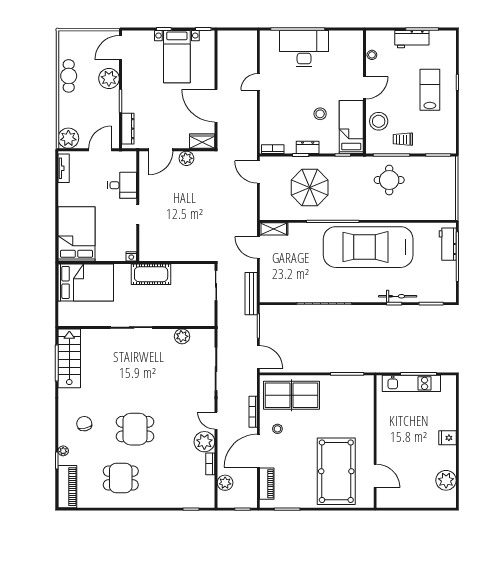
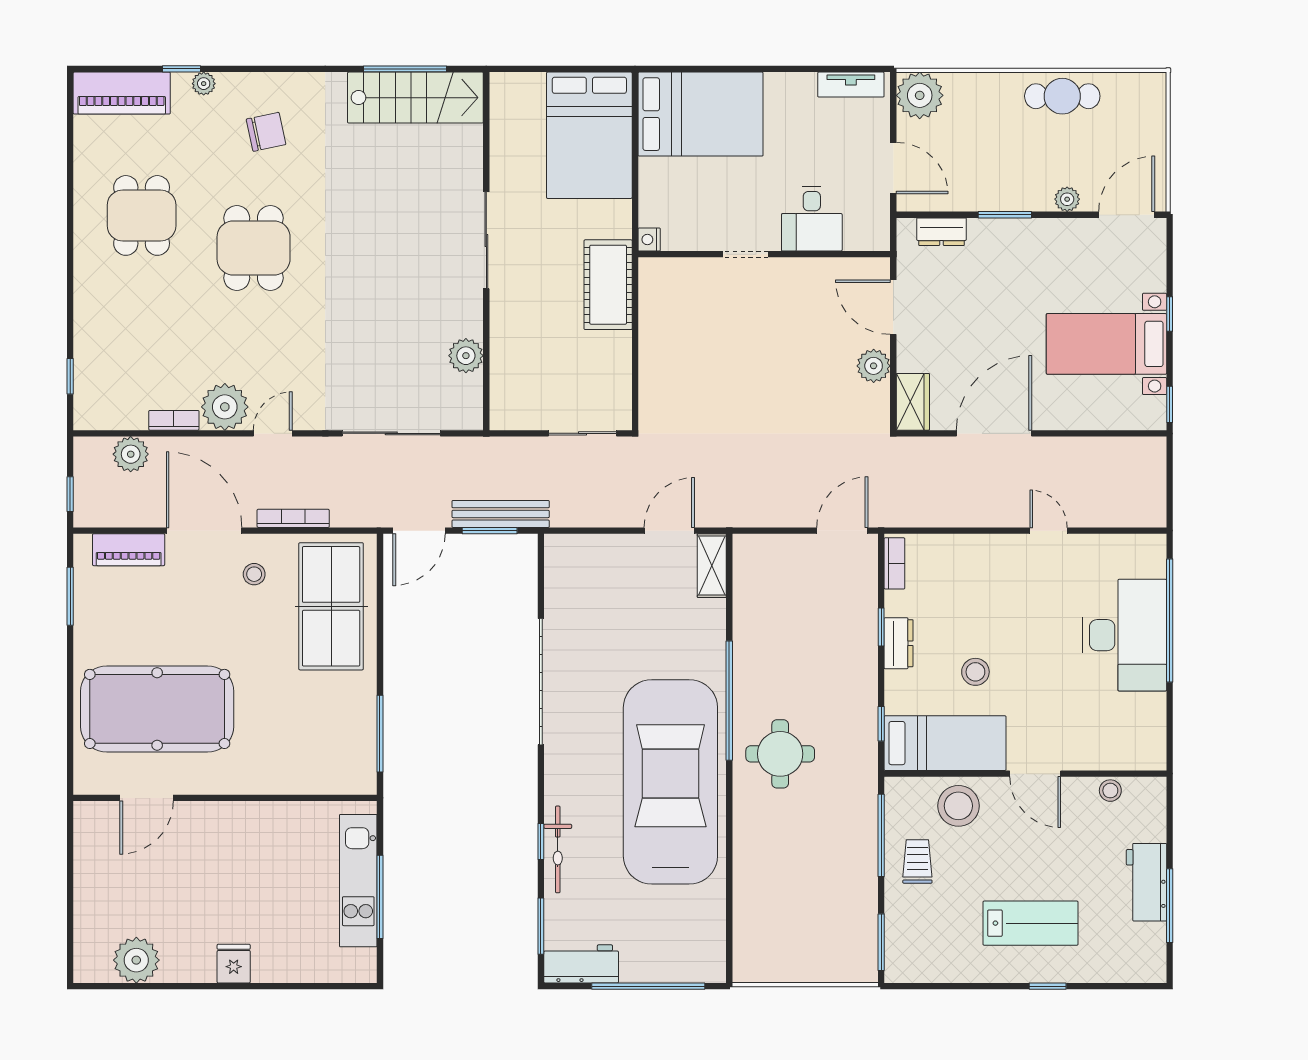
door: (120, 48) -> (1127, 215), hinge flipped
plant: (109, 79) -> (1067, 199), width x0.53, depth x0.53
dresser: (128, 129) -> (941, 232), width x0.70
round table: (389, 180) -> (780, 754), moved
parasol: (310, 188) -> (807, 648), removed
workbench: (448, 244) -> (581, 964), moved
bench: (251, 294) -> (501, 514), moved

